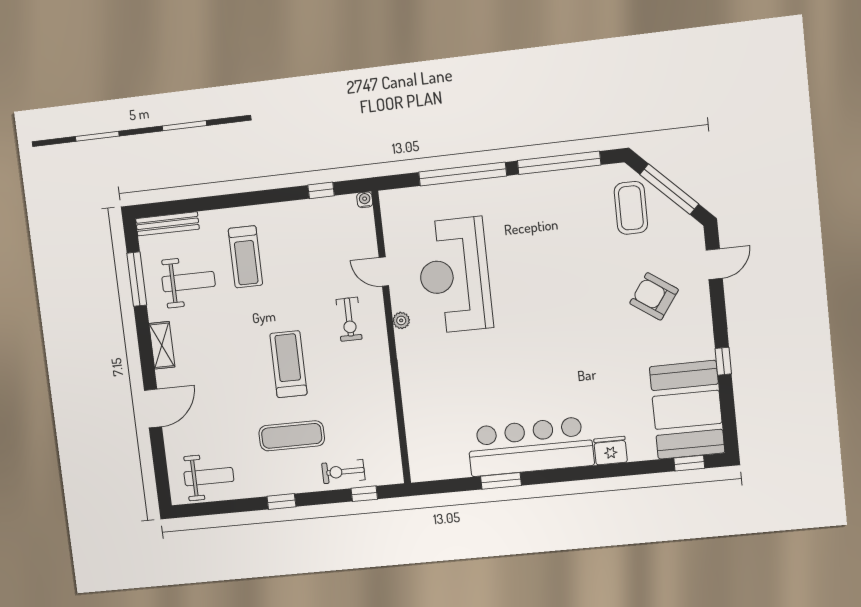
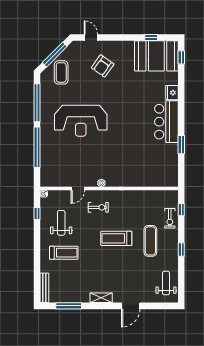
coffee table: (631, 208) -> (61, 72), turned 90
reception desk: (454, 275) -> (81, 121), moved
weight bench: (189, 282) -> (61, 223), moved
window: (723, 361) -> (151, 38), moved
door: (153, 408) -> (131, 306), swing flipped
bar counter: (530, 447) -> (166, 122), width x0.73

